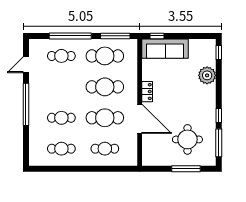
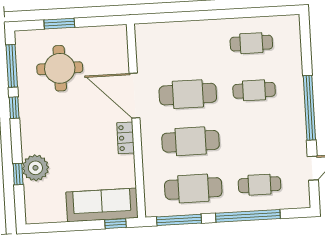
window: (219, 52) -> (18, 174), moved
cafe table: (105, 149) -> (185, 47), removed
window: (186, 169) -> (59, 24), width x0.69

